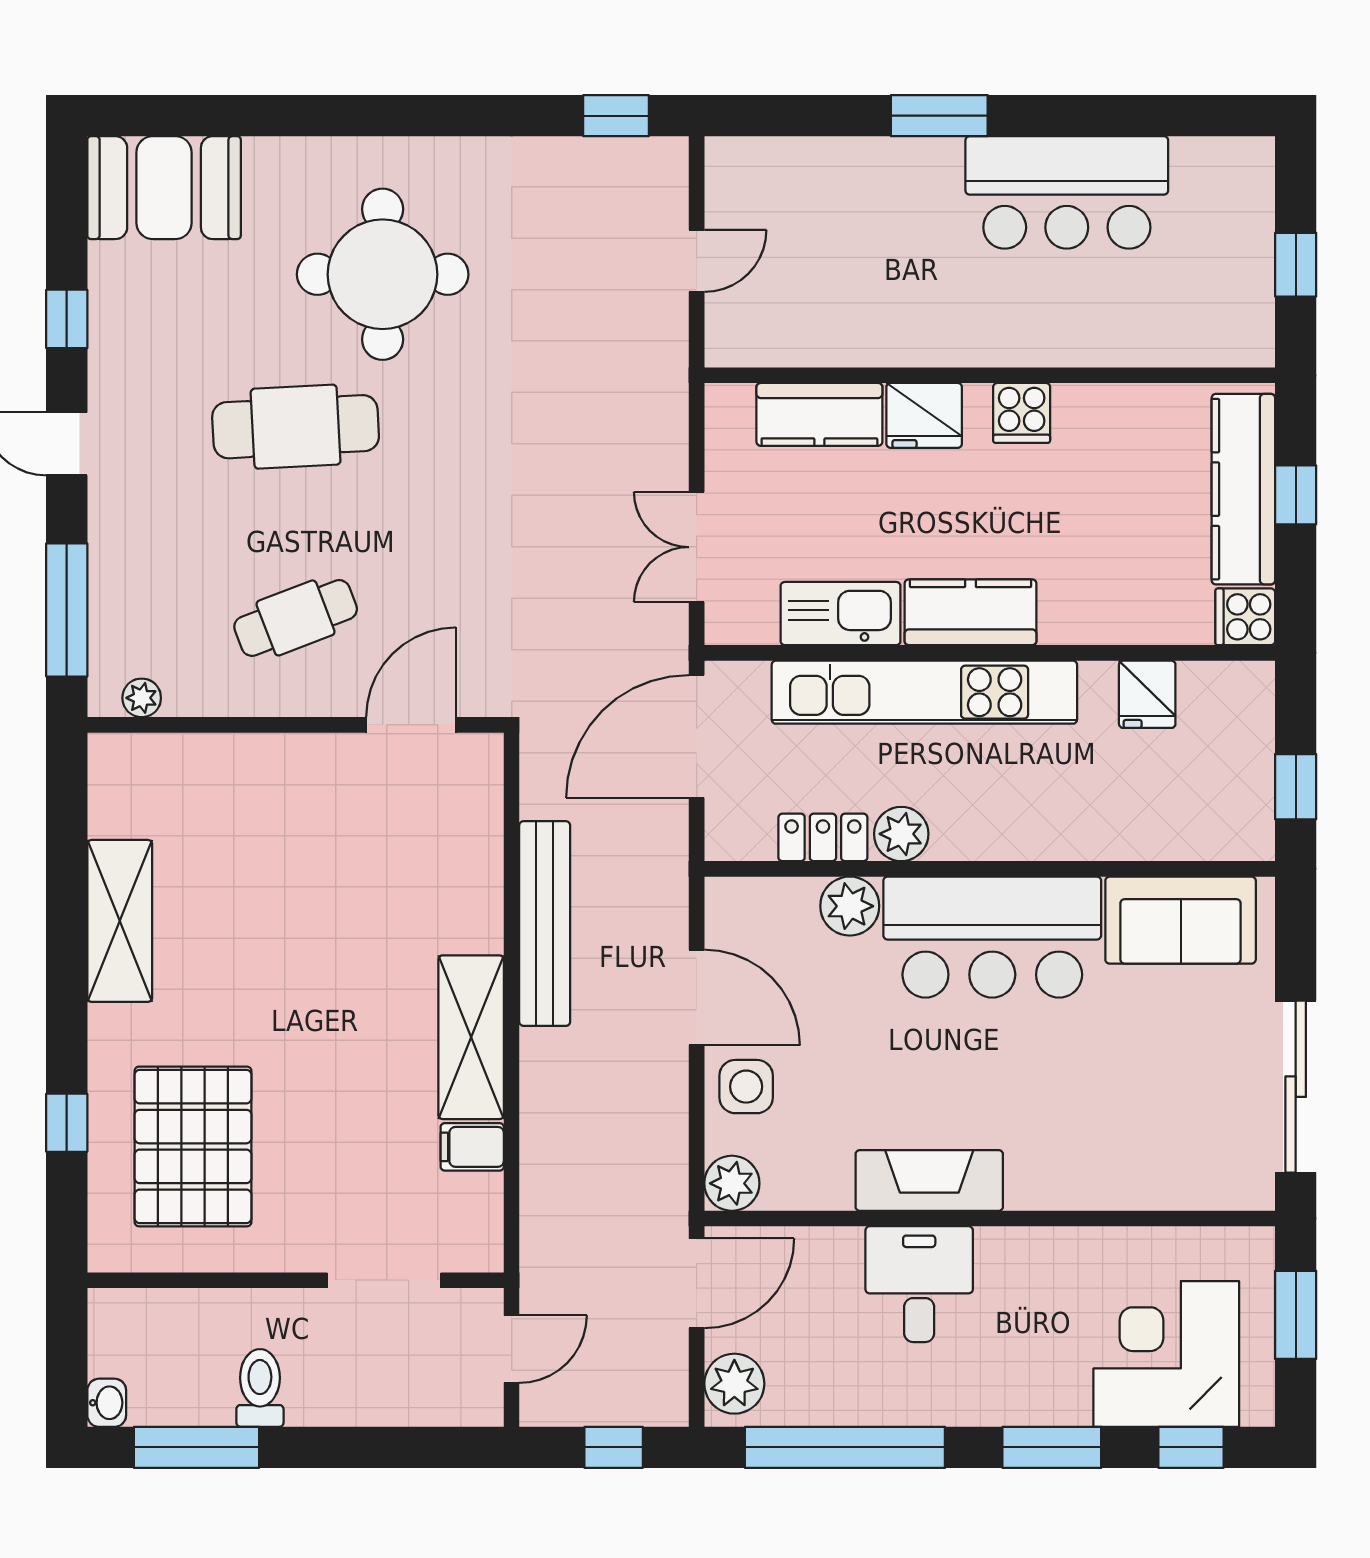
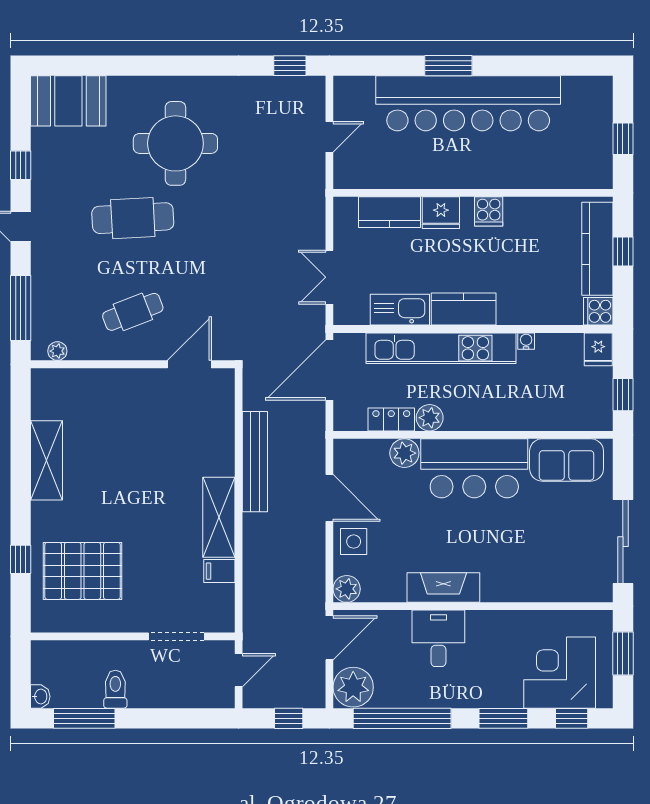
bar counter: (1067, 192) -> (468, 103), width x1.86
water cooler: (1098, 677) -> (526, 341), added
fridge: (1147, 694) -> (598, 349), moved
pallet: (193, 1146) -> (83, 571), turned 90
plant: (734, 1384) -> (353, 687), width x1.36, depth x1.36

